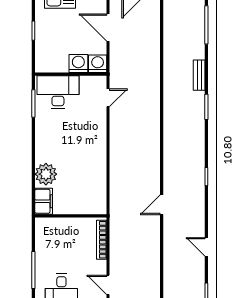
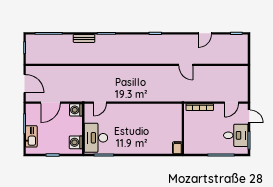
washing machine: (78, 63) -> (76, 142), moved
door: (108, 98) -> (100, 103), swing flipped
plant: (46, 174) -> (154, 146), removed
filing cabinet: (44, 201) -> (177, 148), width x0.50
door: (162, 205) -> (186, 65), moved

